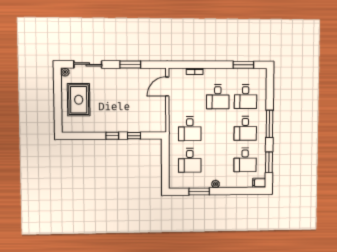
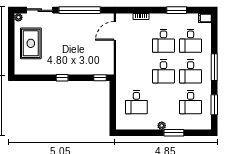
window: (130, 65) -> (80, 10), width x2.11
window: (243, 65) -> (177, 10), moved
desk: (190, 129) -> (163, 71), moved
window: (134, 136) -> (100, 78), moved
filing cabinet: (259, 183) -> (205, 18), moved
window: (199, 192) -> (174, 133), moved

